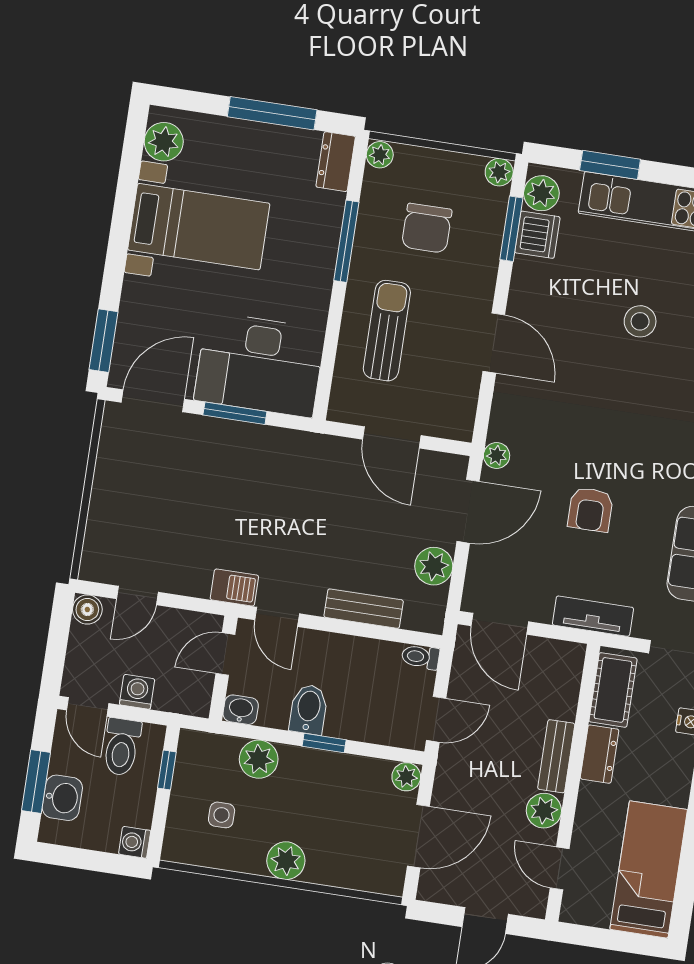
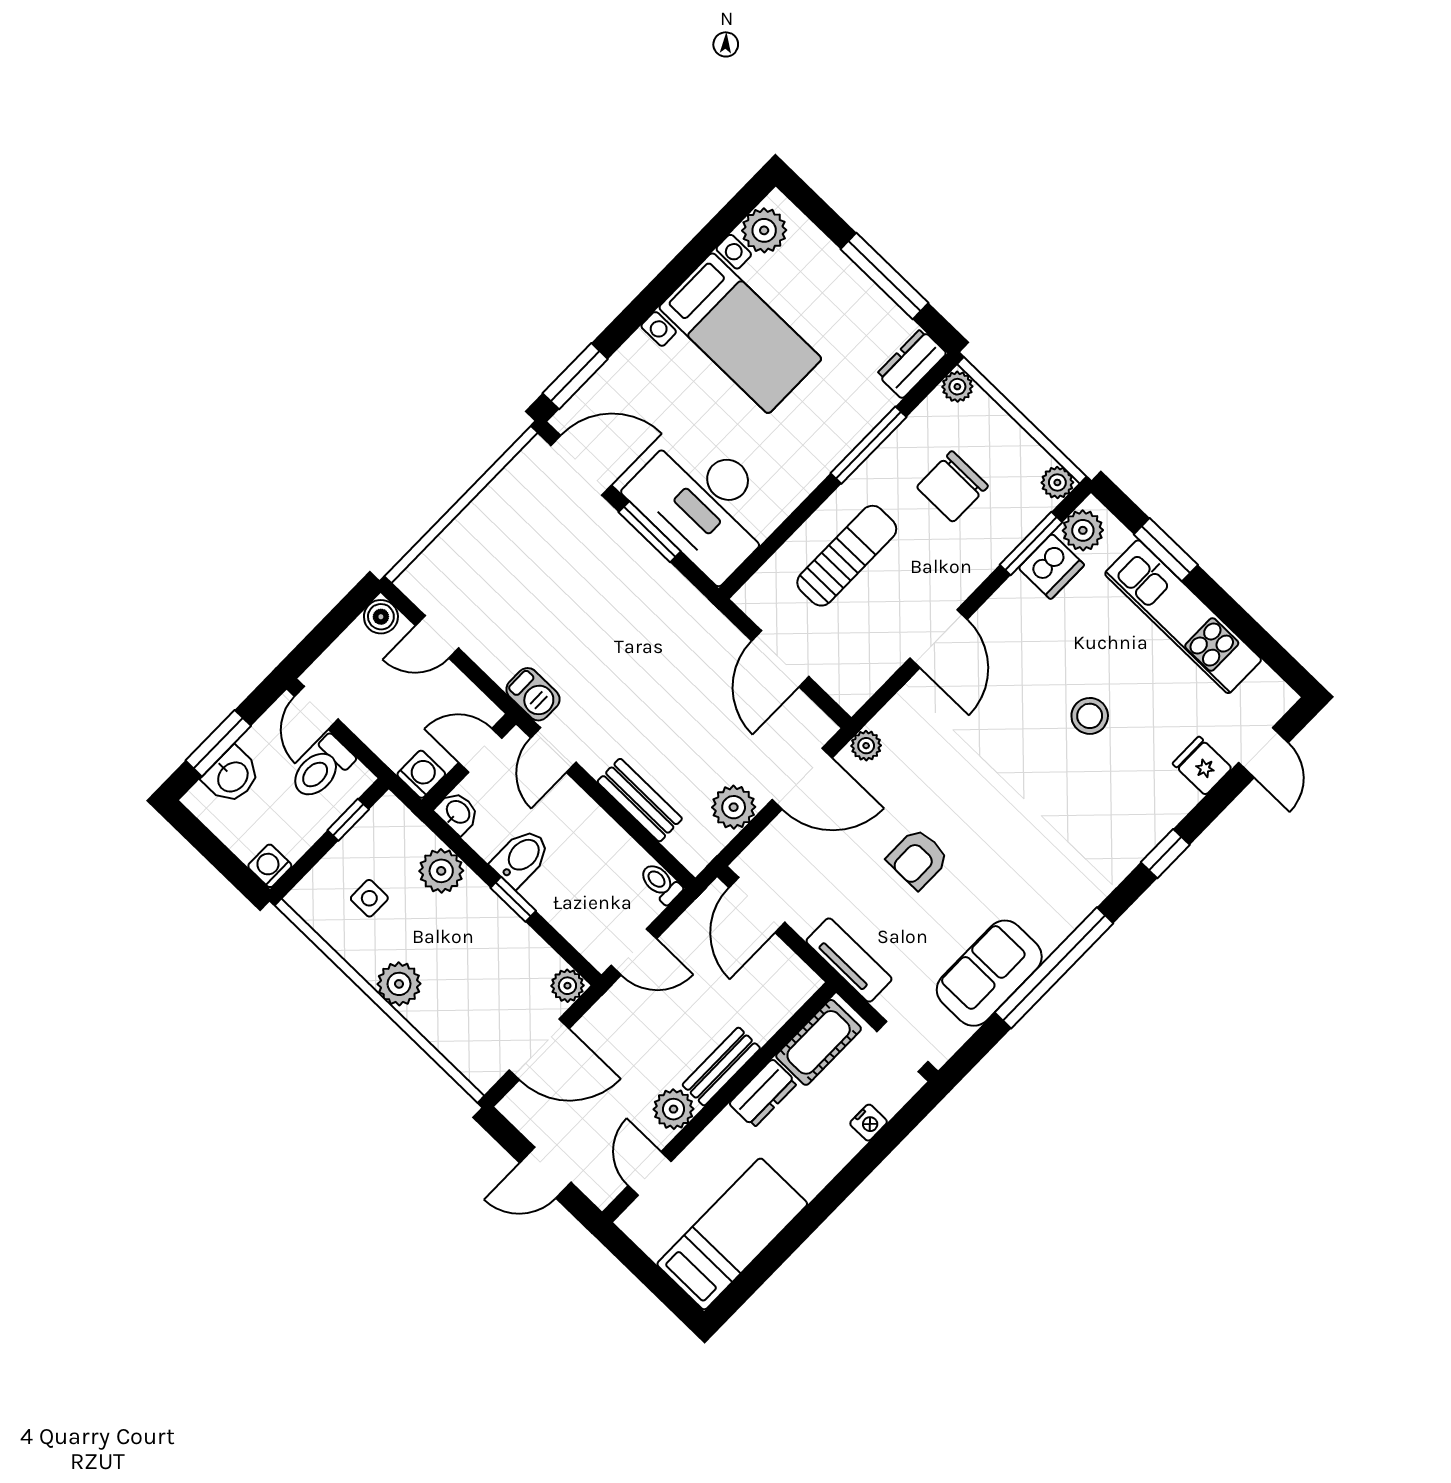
washing machine: (137, 692) -> (421, 774), moved

